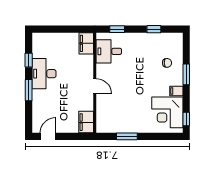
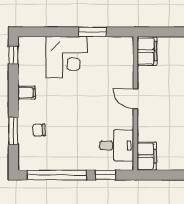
window: (154, 29) -> (57, 175), width x3.17
window: (186, 74) -> (13, 131), moved
corner desk: (167, 112) -> (67, 57), moved, turned 90

